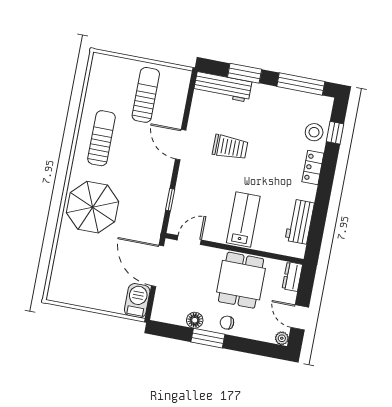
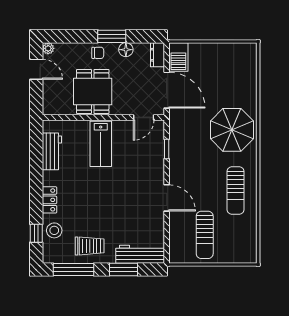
trolley: (230, 147) -> (90, 246), moved, turned 180
dresser: (292, 277) -> (157, 55), moved, turned 180

